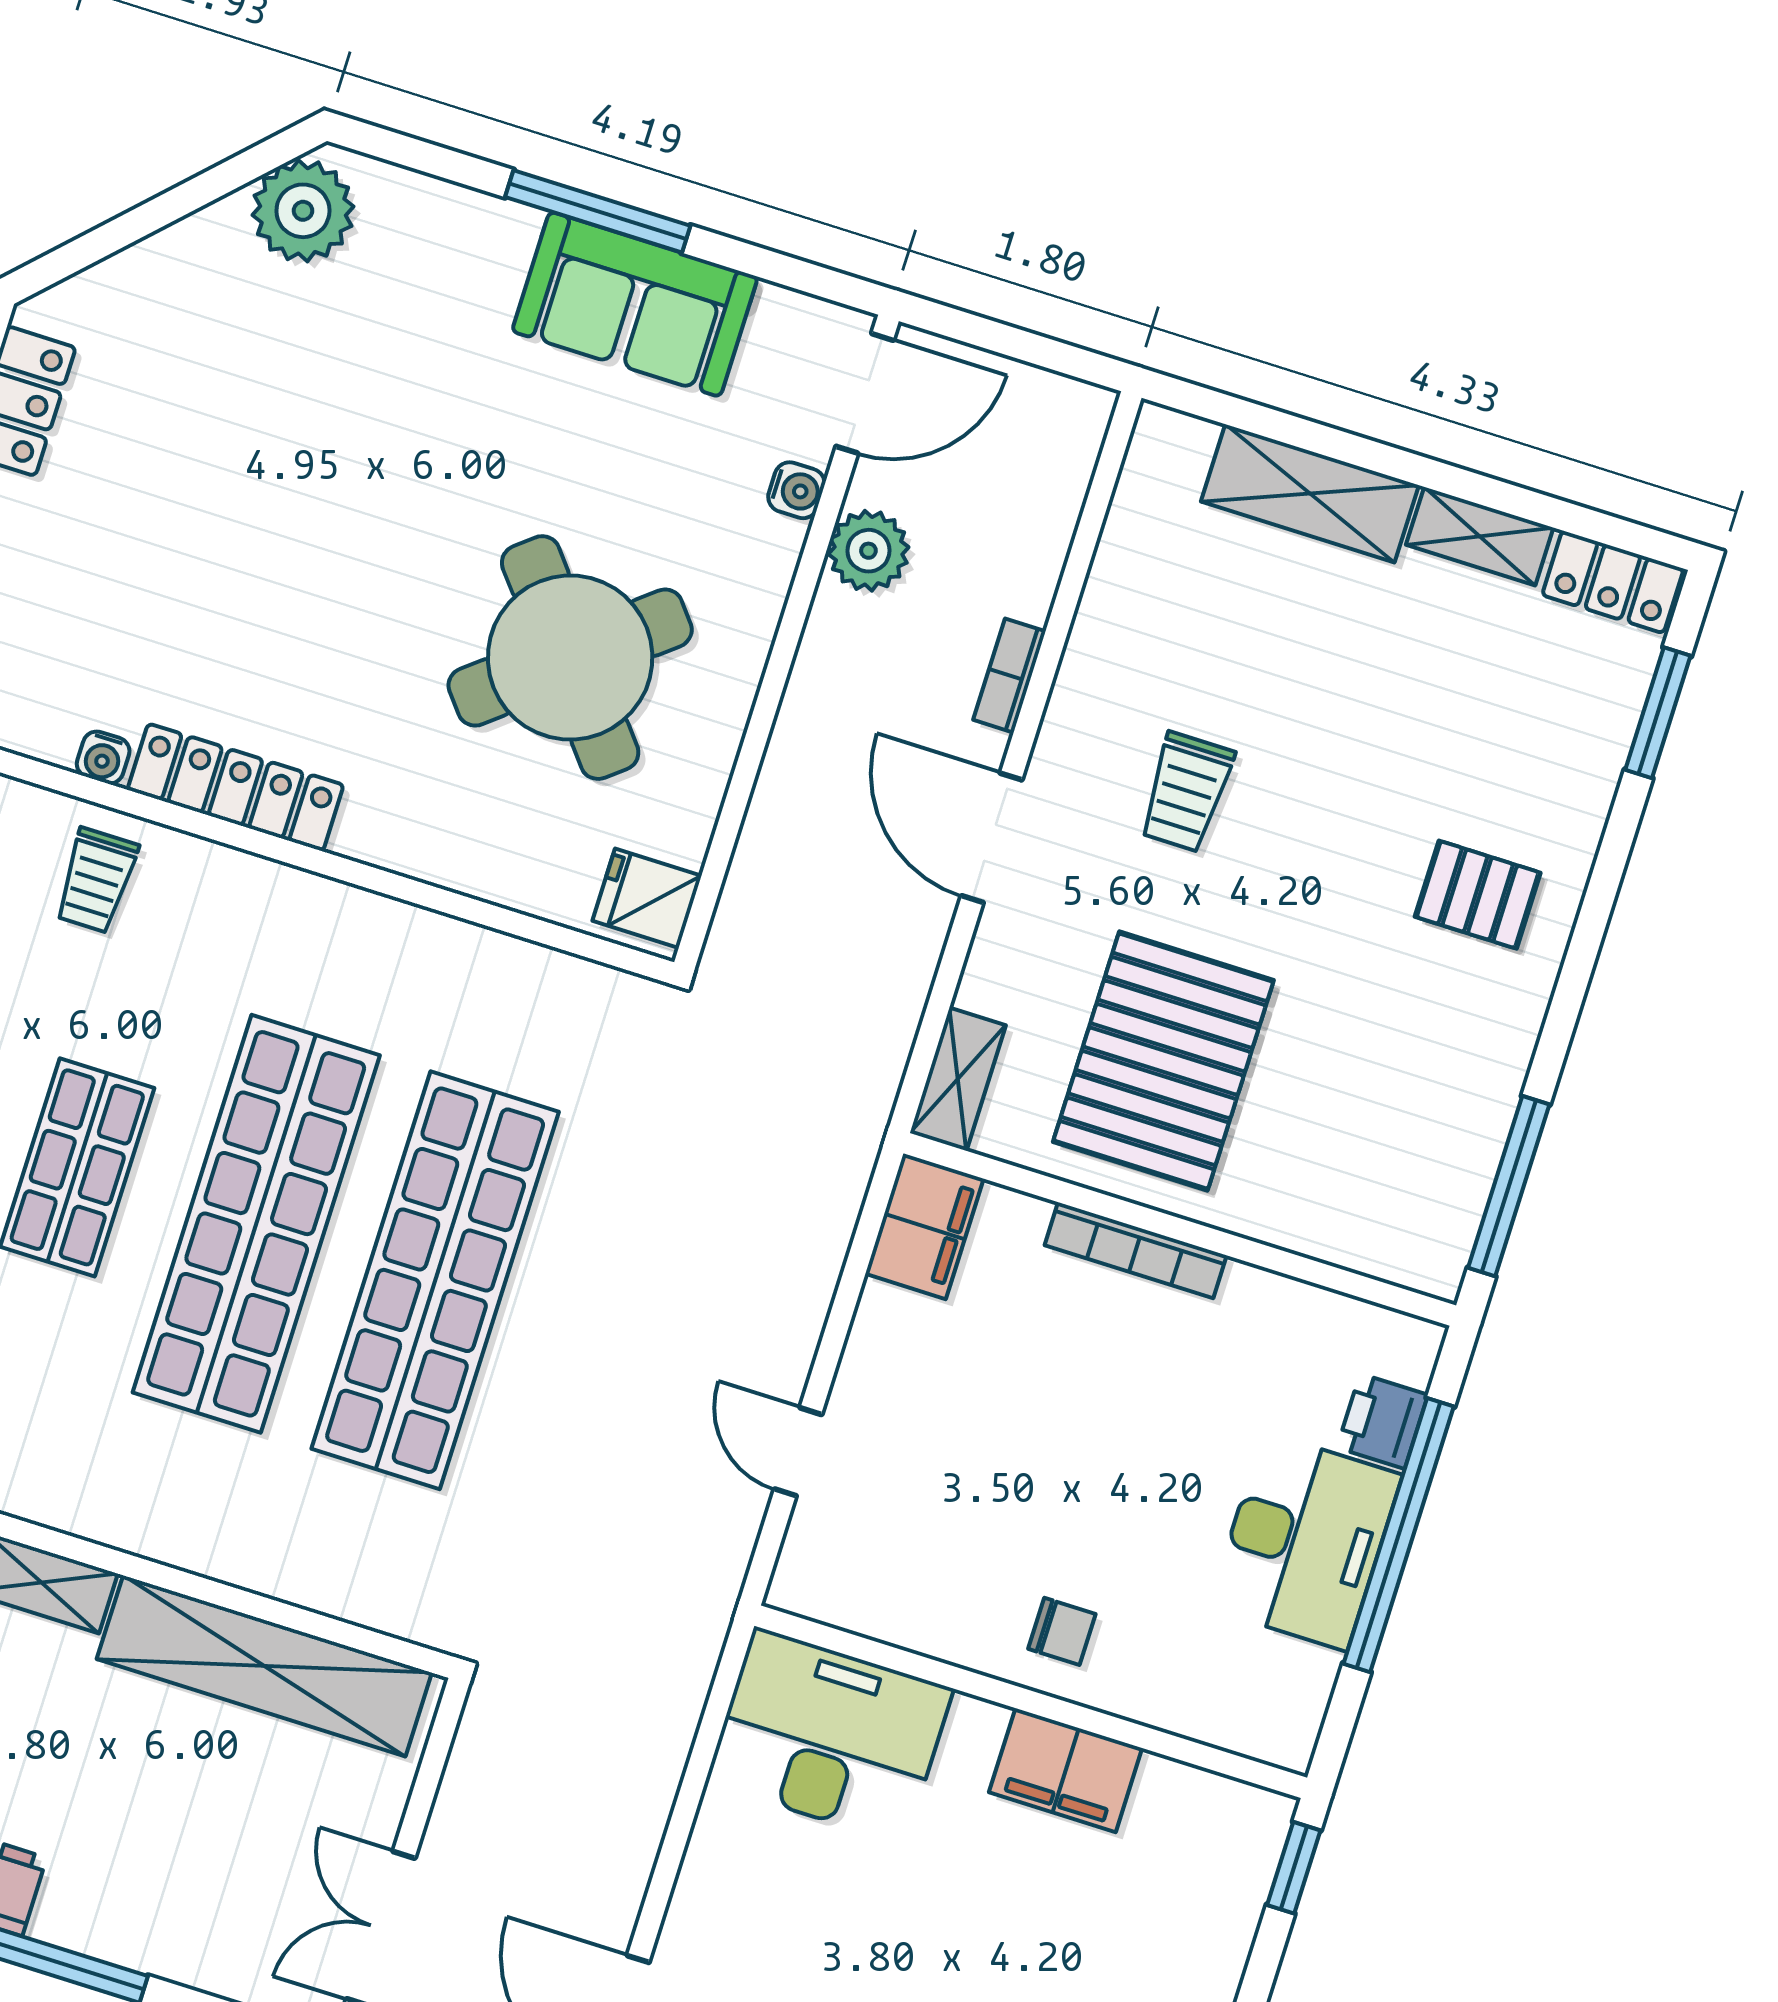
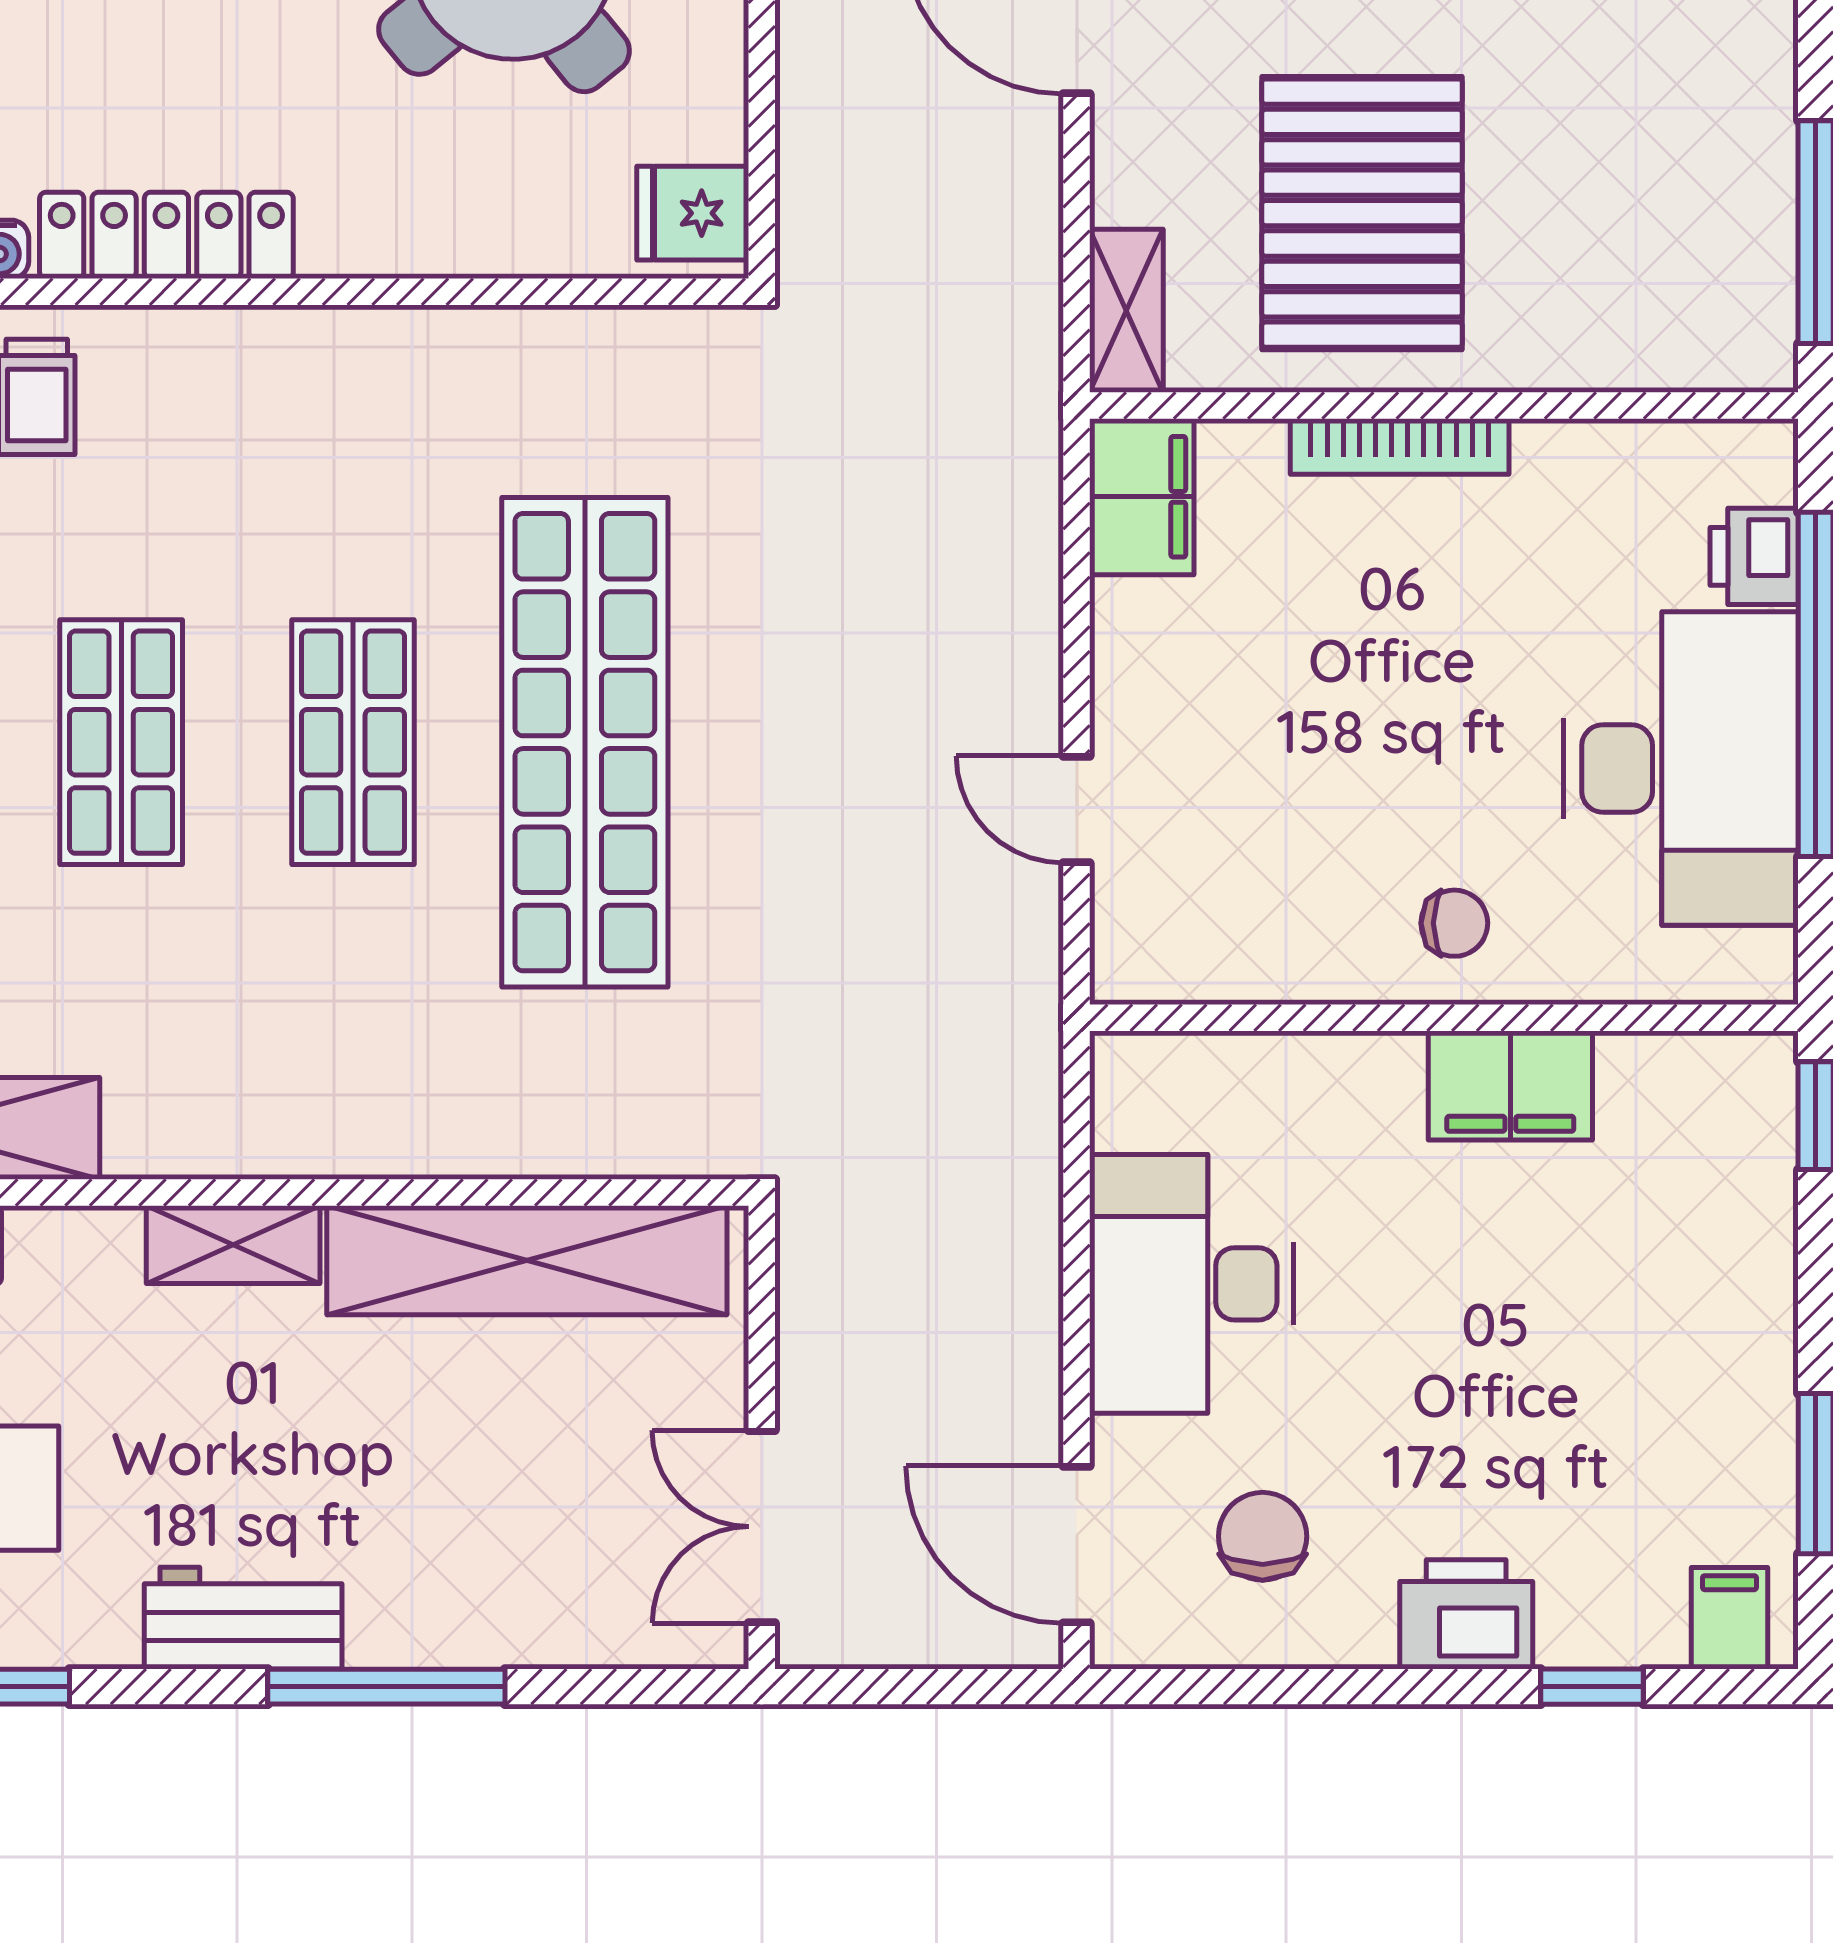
shop shelf: (256, 1224) -> (353, 742), width x0.50, depth x0.74
desk: (1305, 1541) -> (1681, 769), width x1.36, depth x1.30
desk: (829, 1736) -> (1191, 1284), moved, turned -90

